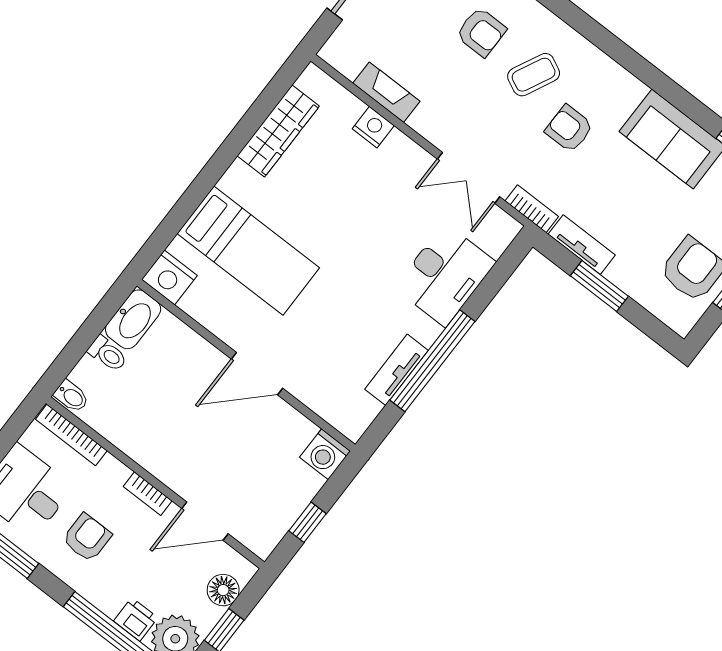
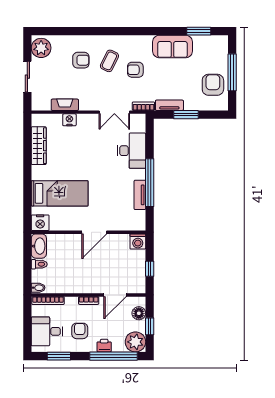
printer: (136, 619) -> (104, 346), moved

